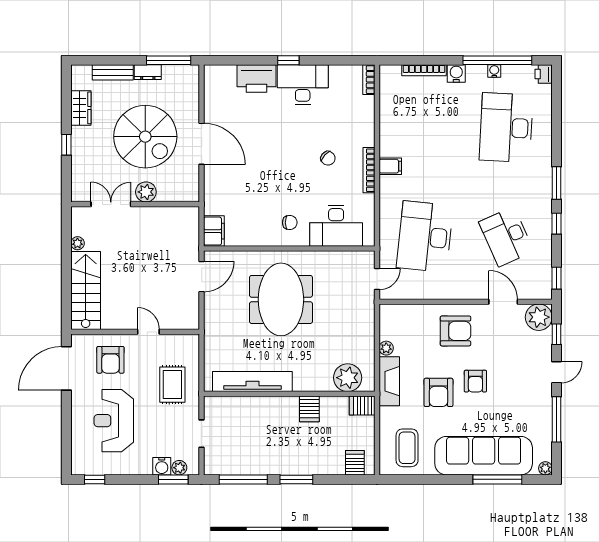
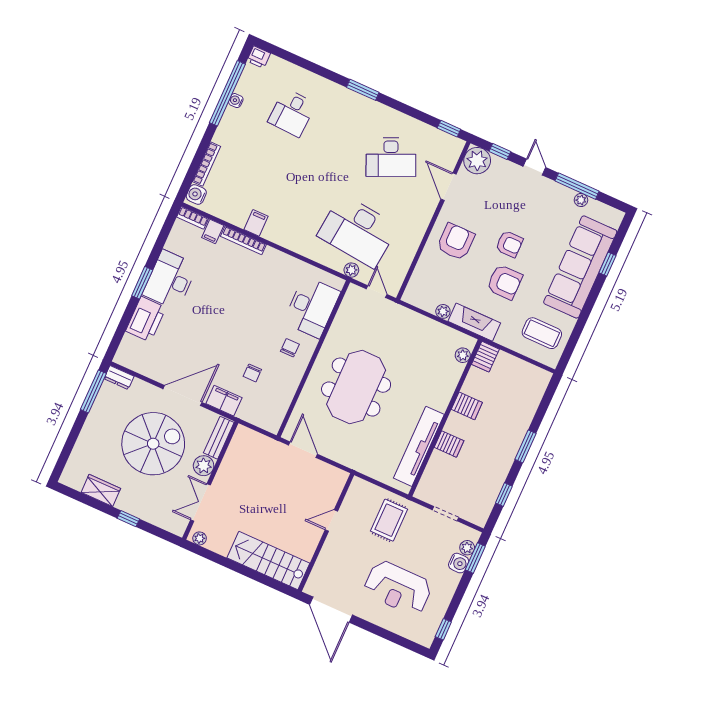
window: (288, 60) -> (142, 283), width x1.50
bench: (113, 72) -> (219, 438), moved
dresser: (148, 72) -> (119, 378), moved, turned 90
water cooler: (456, 73) -> (196, 195), moved
filing cabinet: (365, 104) -> (213, 231), added
desk: (506, 128) -> (292, 113), width x0.53, depth x0.77
chair: (328, 158) -> (252, 373), moved, turned 138
filing cabinet: (390, 166) -> (256, 223), moved
bookcase: (369, 170) -> (243, 240), moved
window: (556, 224) -> (400, 106), removed
filing cabinet: (214, 231) -> (224, 401), moved
plant: (77, 243) -> (200, 538), moved
plant: (386, 247) -> (351, 270), added
meeting table: (281, 299) -> (356, 387), turned 90
door: (503, 302) -> (449, 187), hinge flipped
armchair: (110, 360) -> (341, 566), removed
plant: (348, 378) -> (463, 355), width x0.53, depth x0.53
rug: (172, 385) -> (389, 520), turned 90
server rack: (355, 463) -> (449, 444), moved, turned 180
plant: (545, 468) -> (581, 200), moved
window: (243, 479) -> (504, 495), width x0.46
window: (497, 479) -> (607, 264), width x0.46

